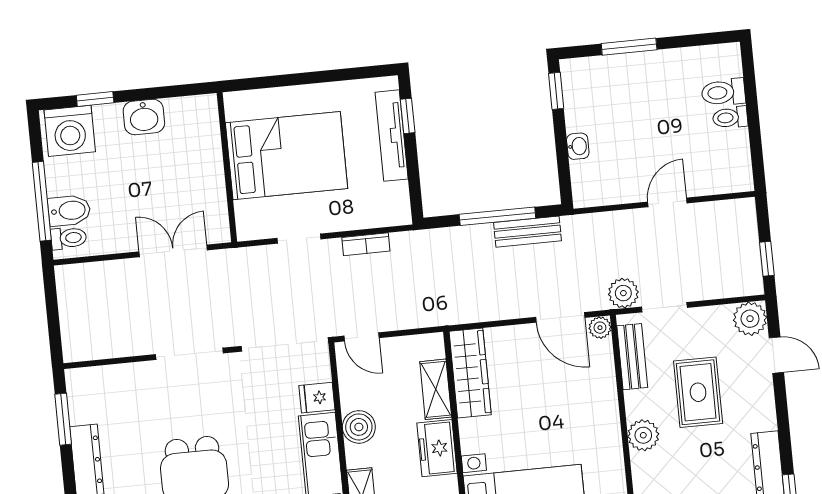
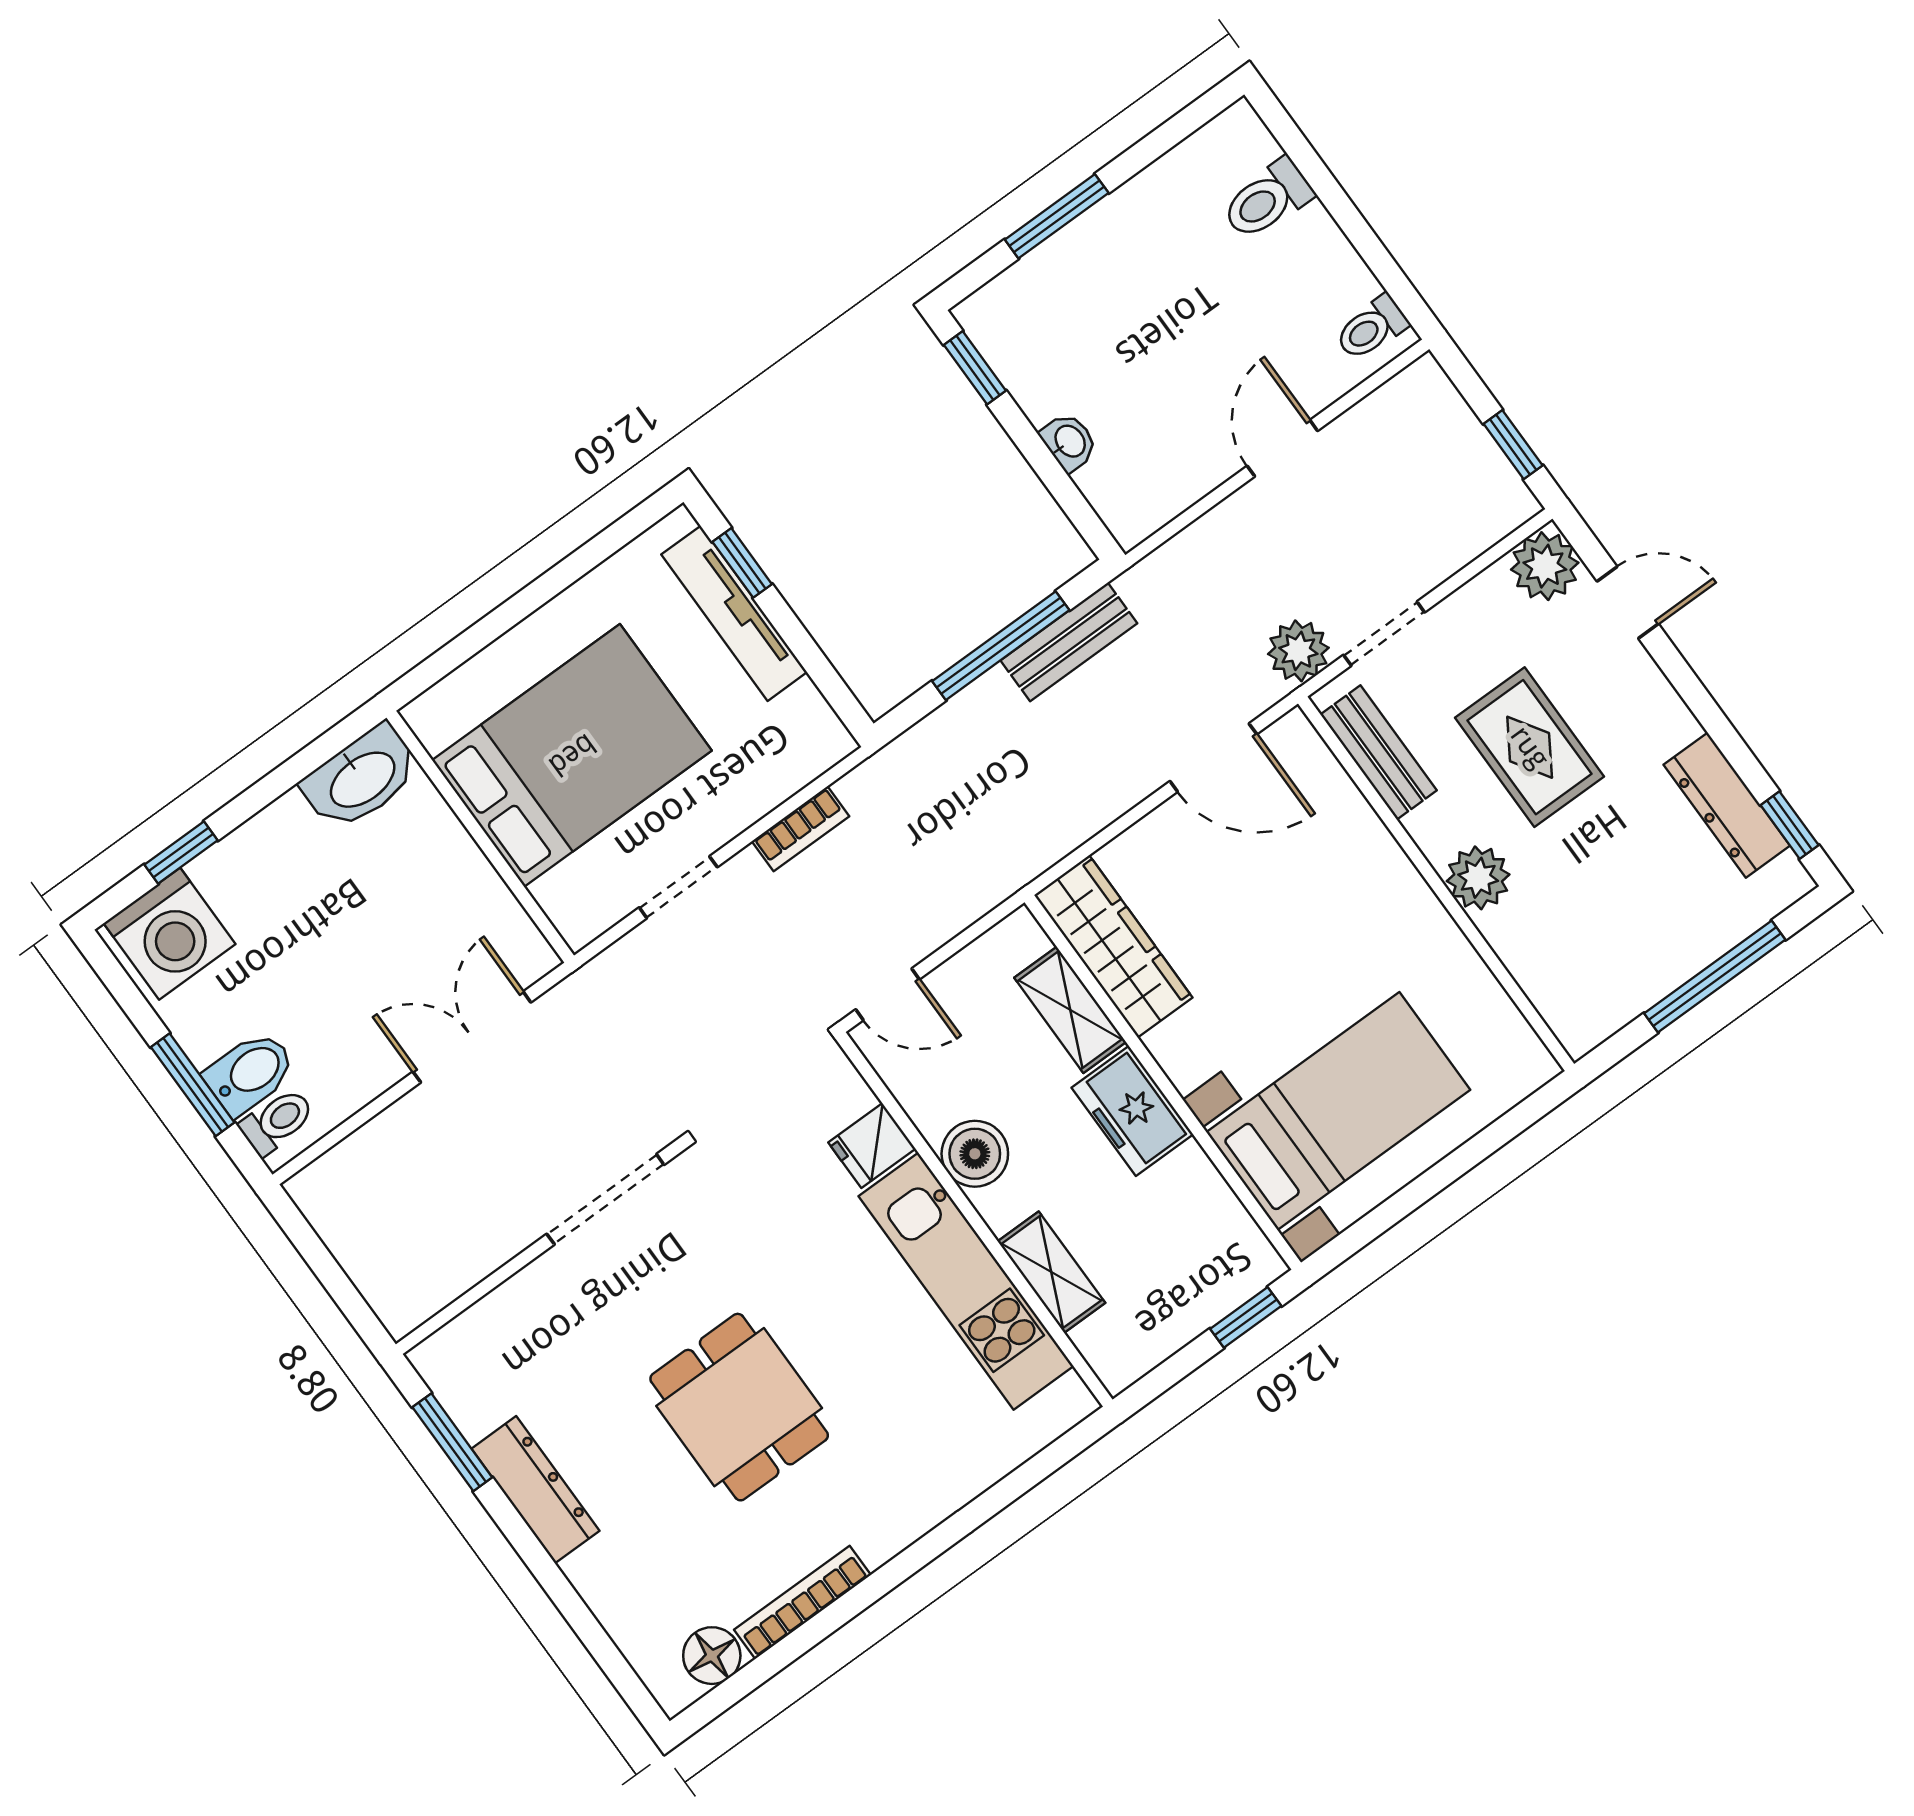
washbasin: (144, 117) -> (361, 778), moved, width x1.38
toilet: (730, 117) -> (1372, 328), moved
window: (42, 201) -> (193, 1085), width x0.69
plant: (600, 328) -> (1293, 735), removed

